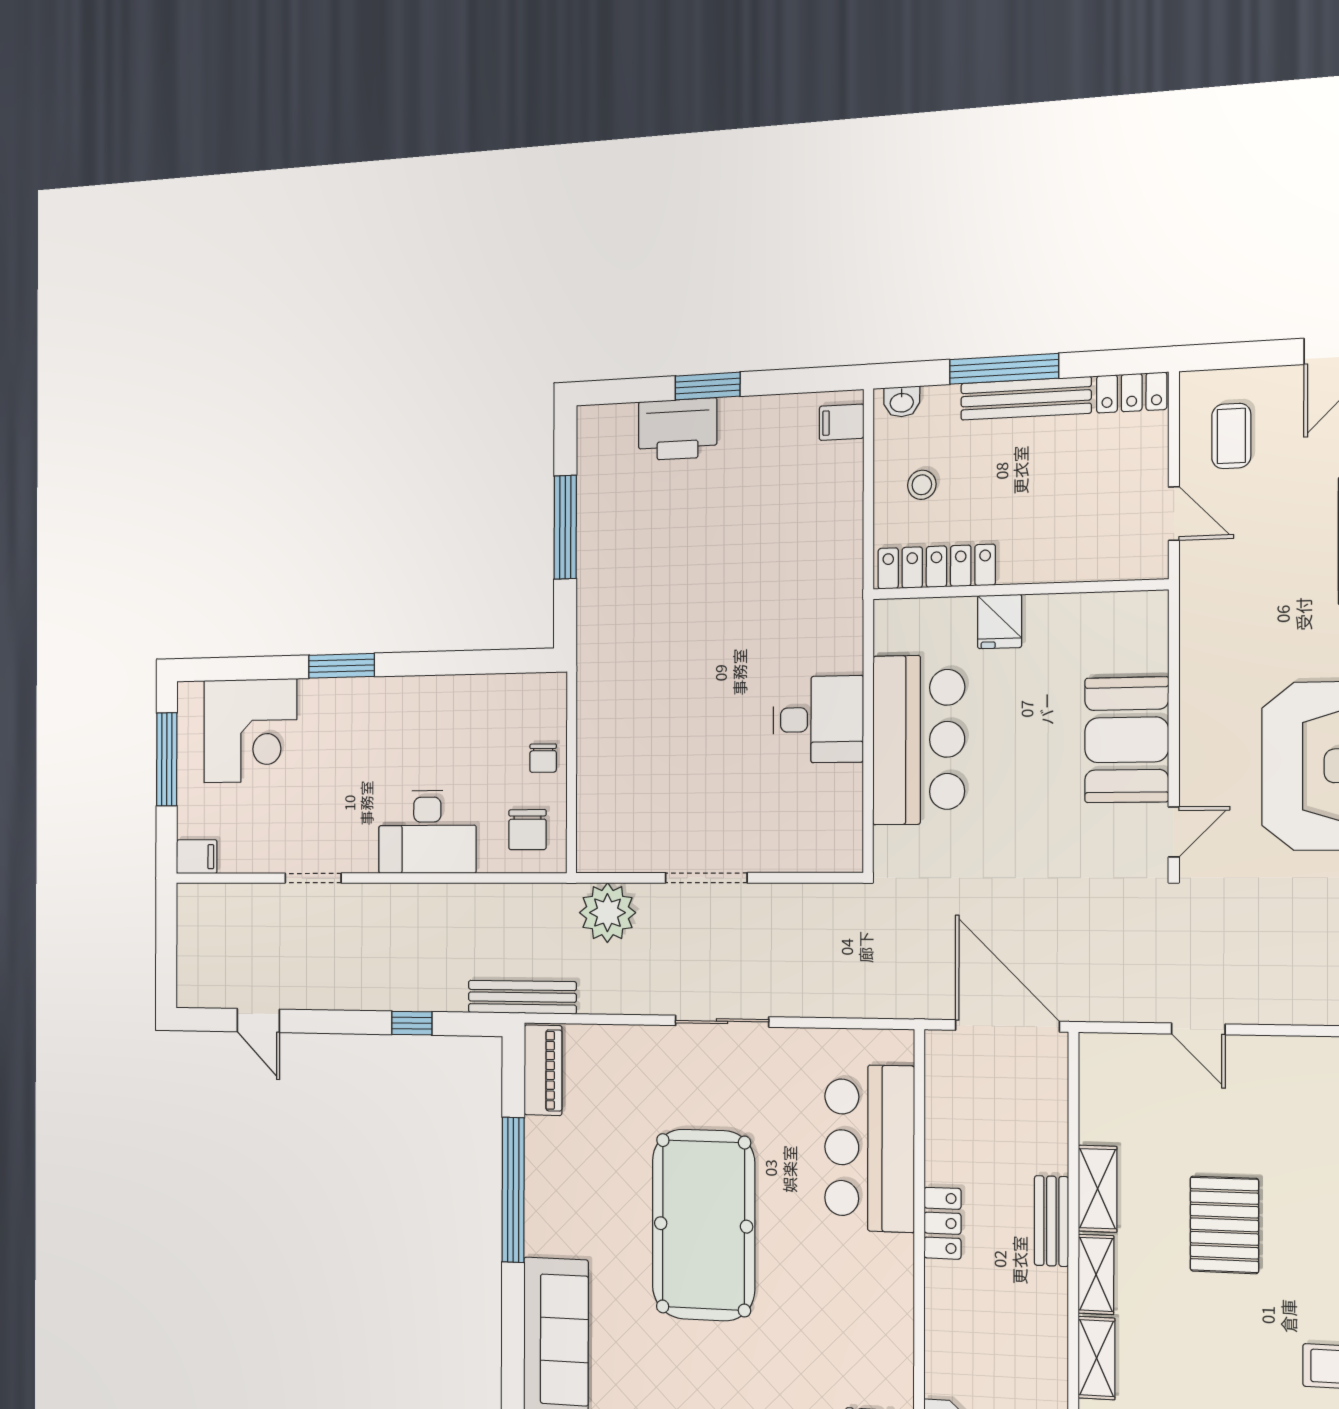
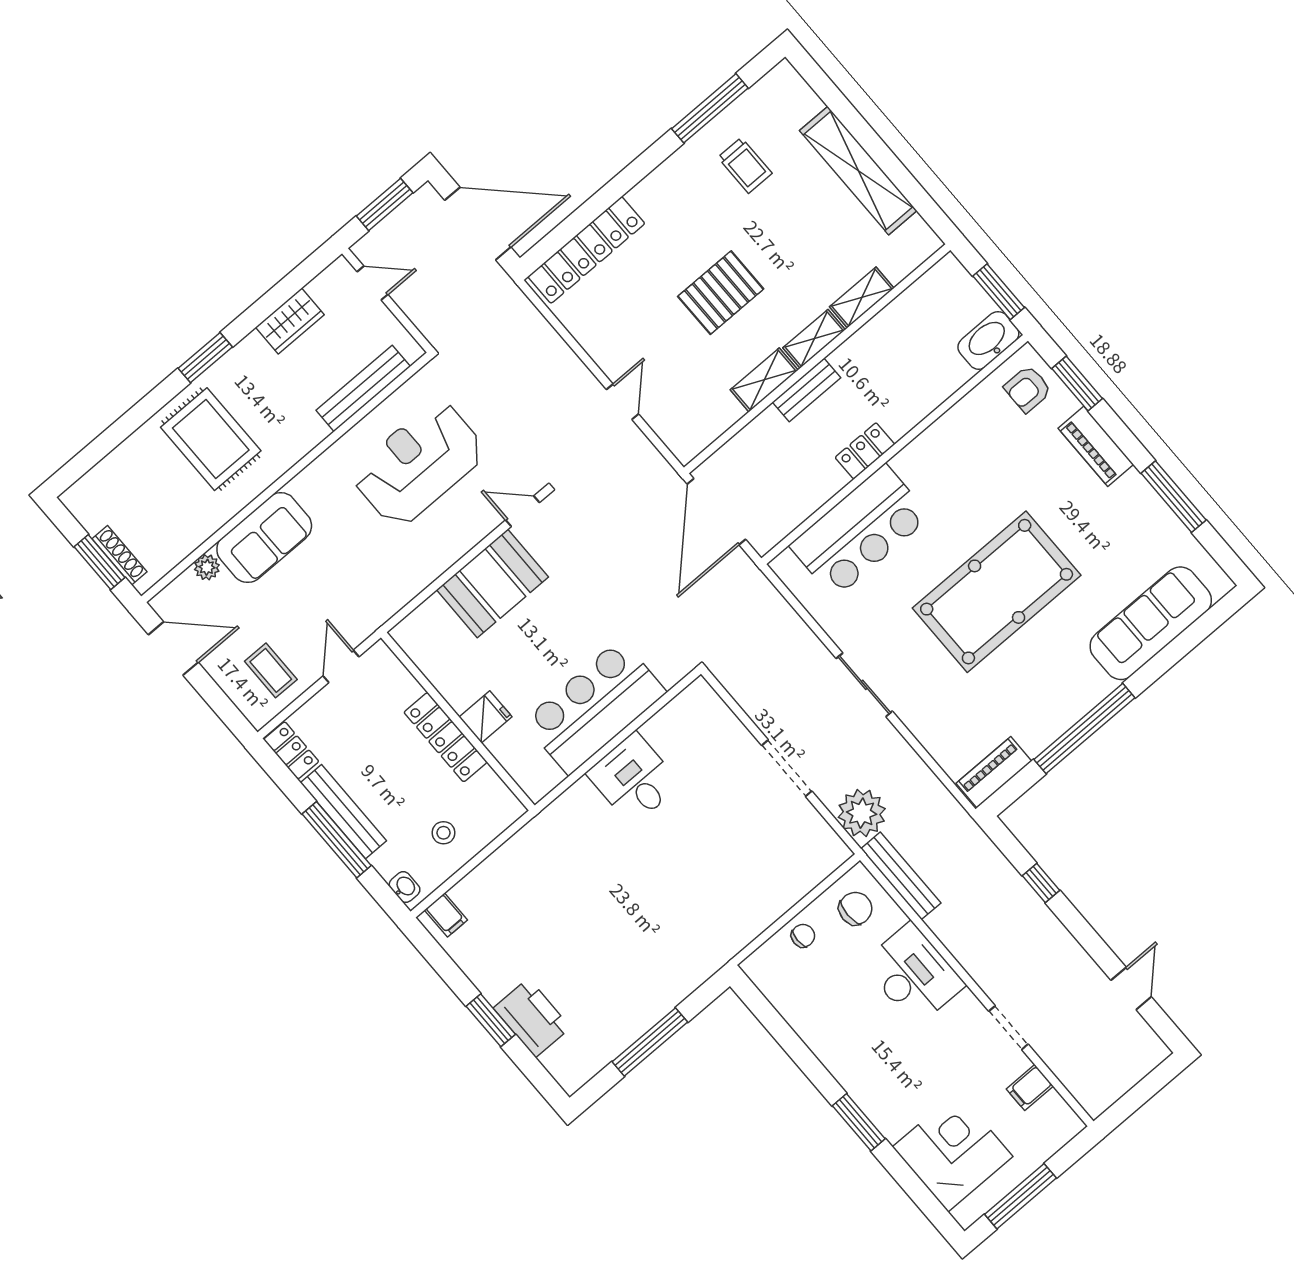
coffee table: (1231, 436) -> (271, 670), turned 90
locker: (936, 567) -> (446, 737), moved
filing cabinet: (197, 857) -> (1030, 1088), moved, turned -90
bench: (522, 997) -> (901, 876), moved

